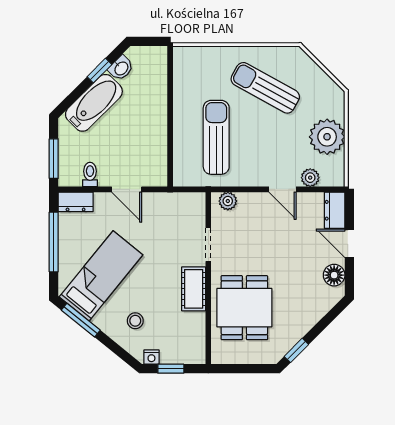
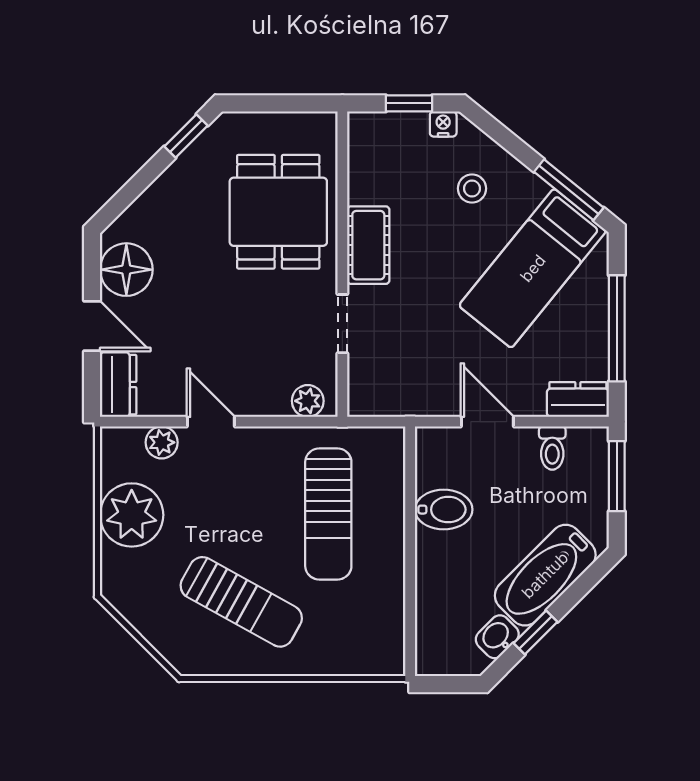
bidet: (151, 140) -> (444, 510), added
floor lamp: (334, 275) -> (126, 270), width x1.38, depth x1.38

